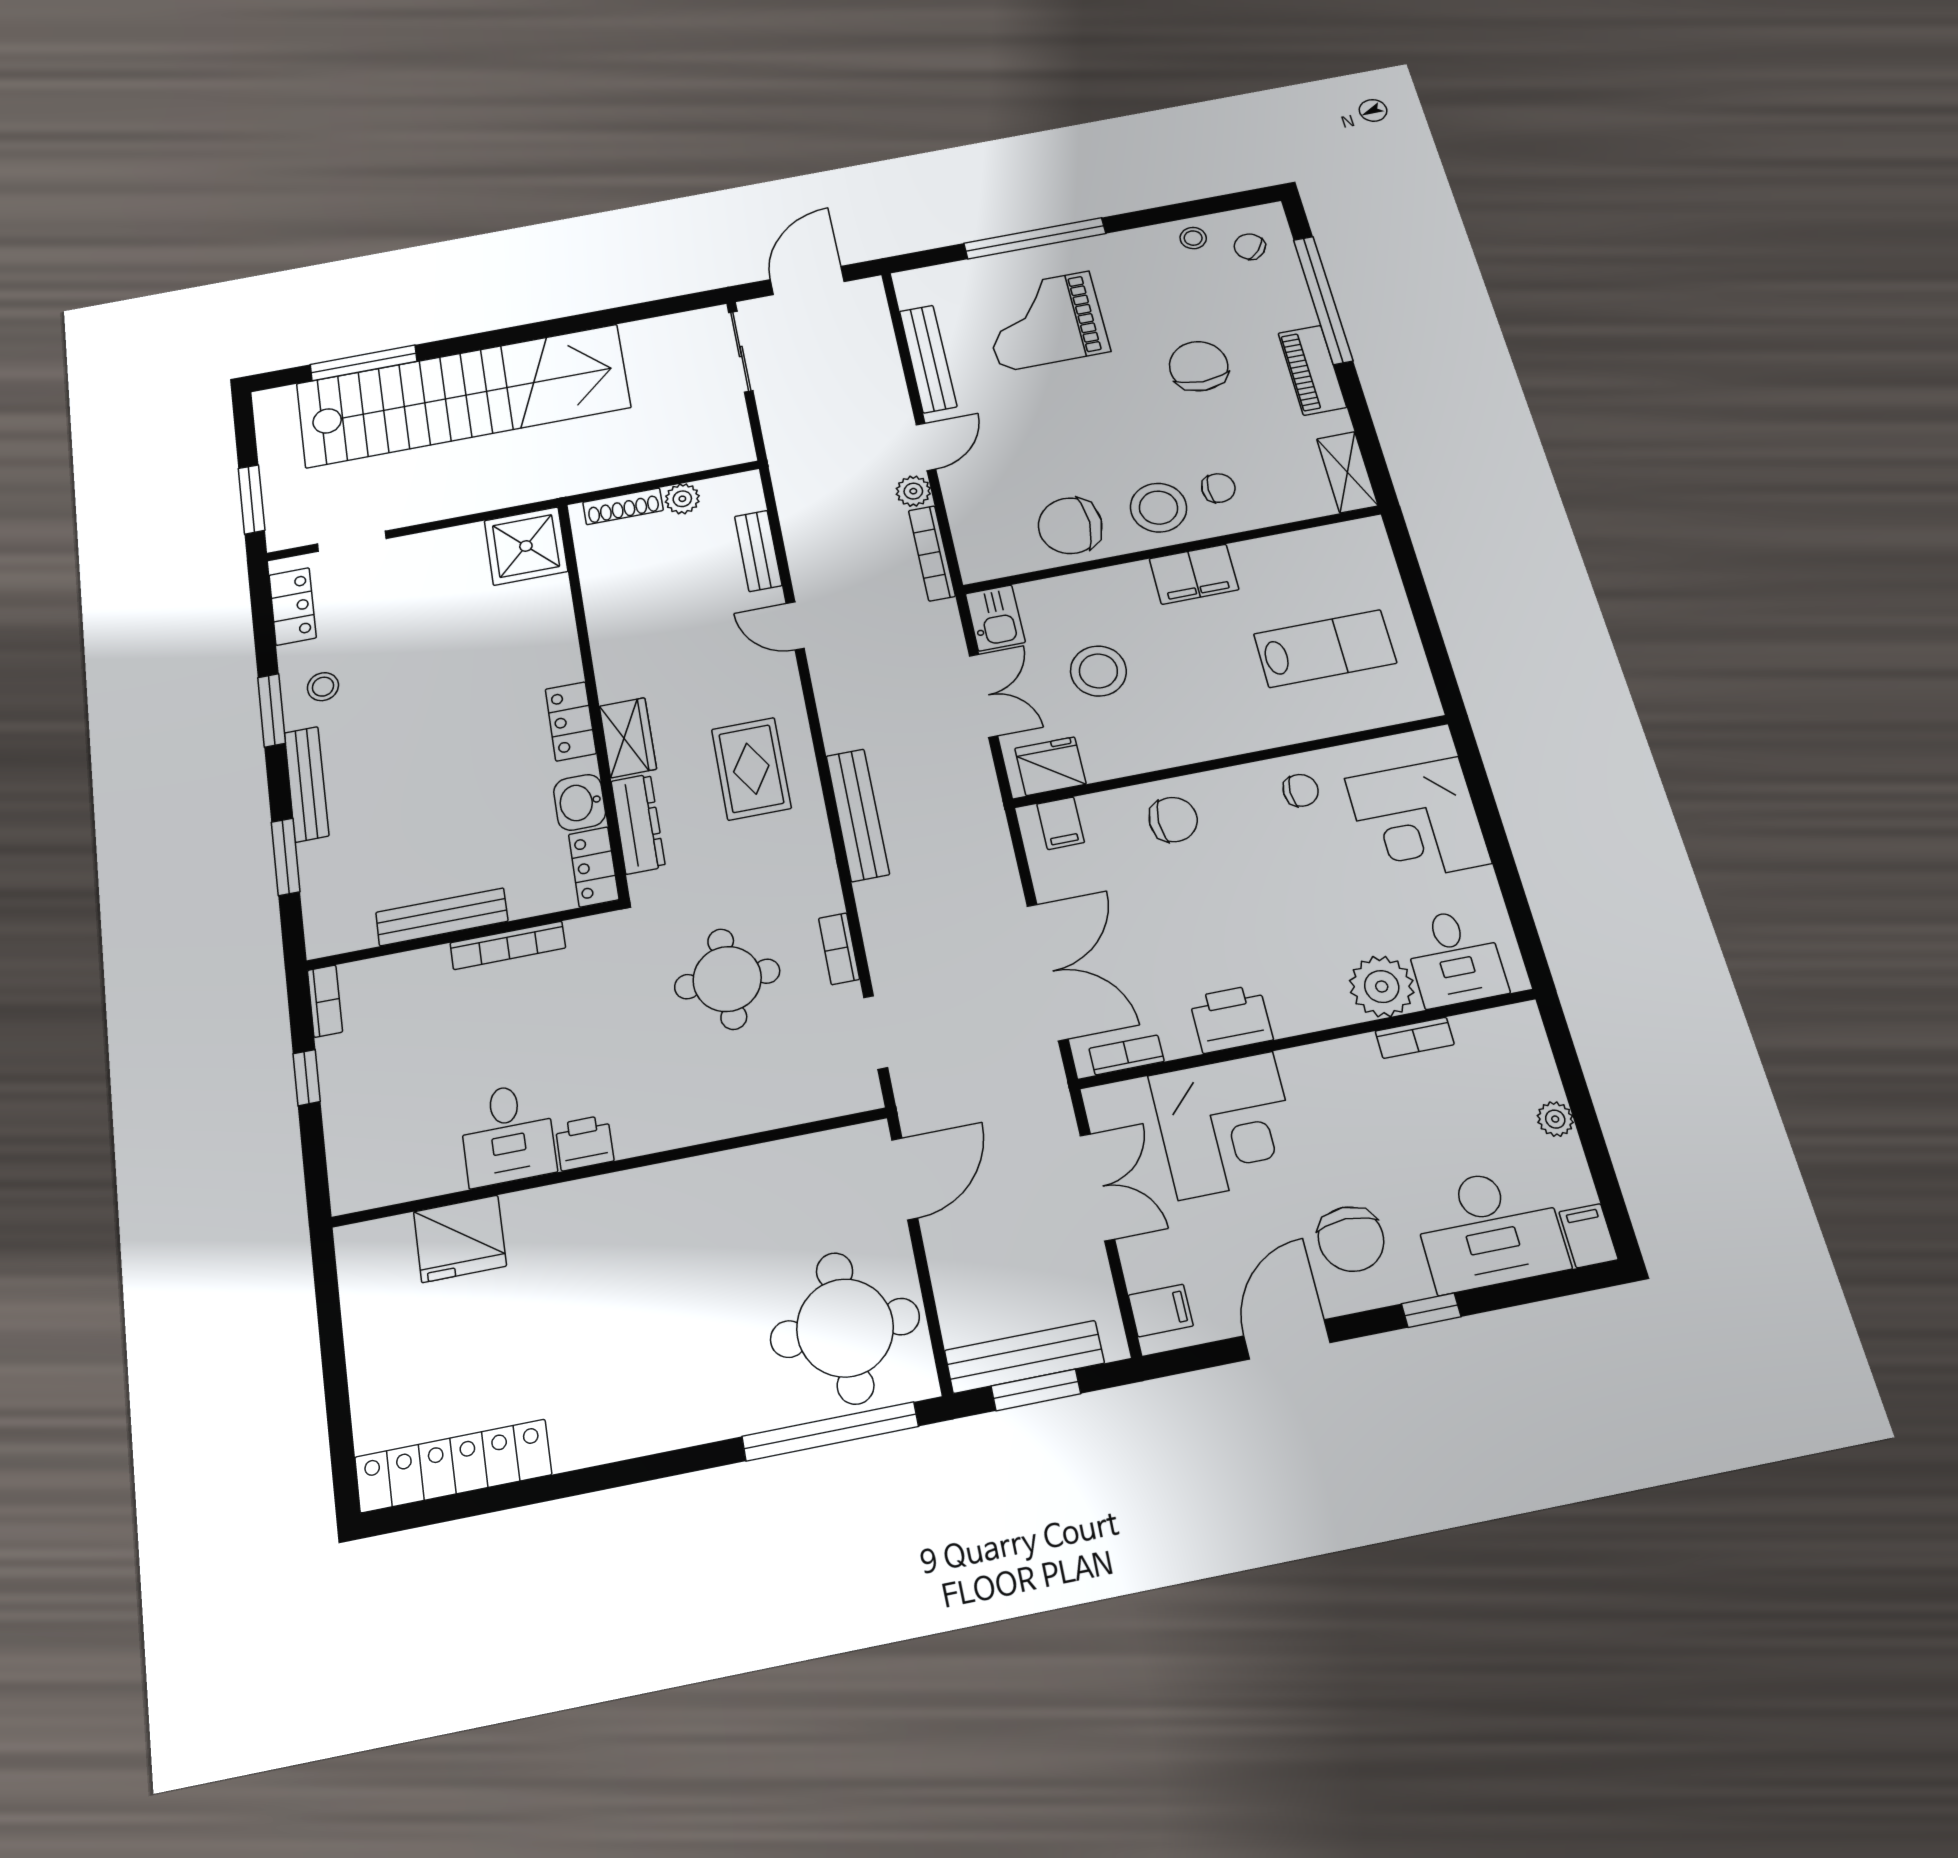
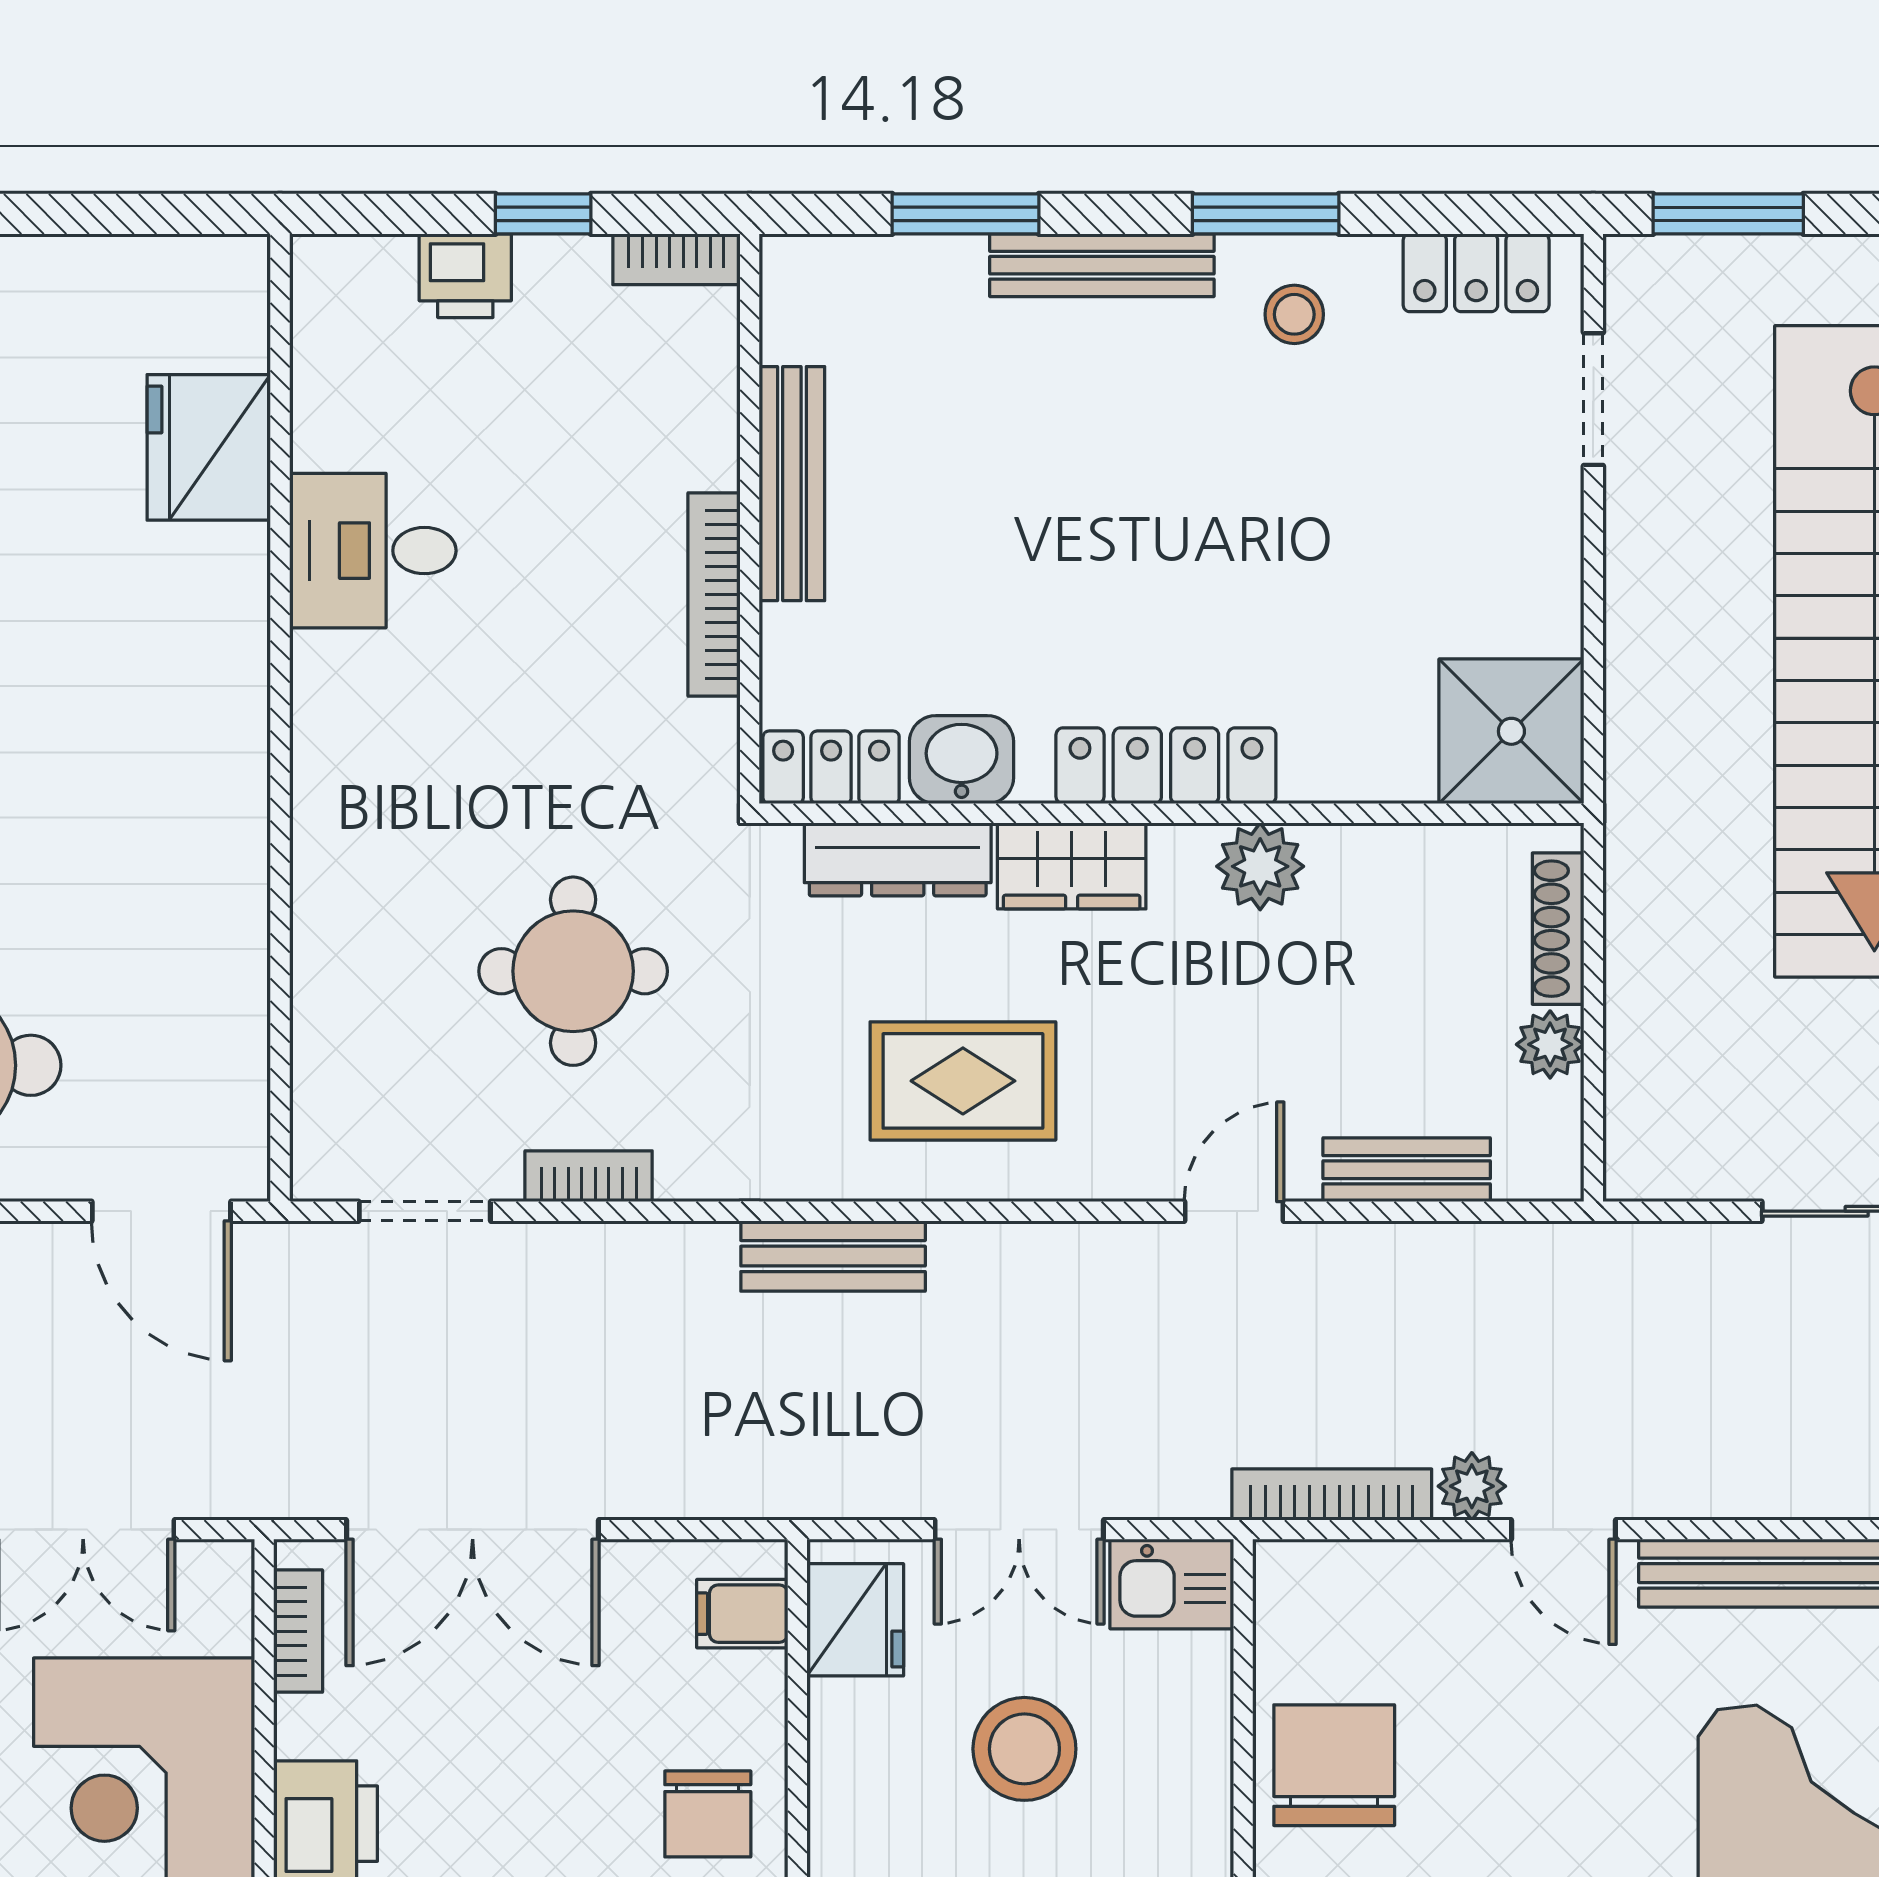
plant: (613, 648) -> (1260, 866), added
locker: (571, 721) -> (1166, 766), width x1.53
bench: (858, 815) -> (833, 1256), width x0.73
printer: (584, 1143) -> (465, 276), moved, turned 90

